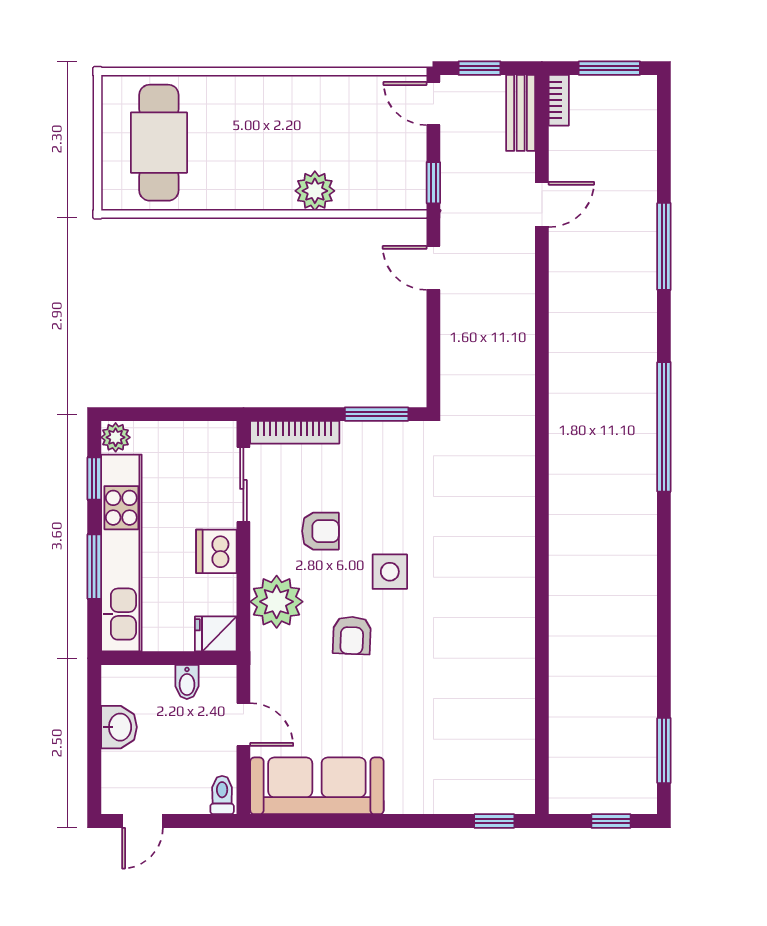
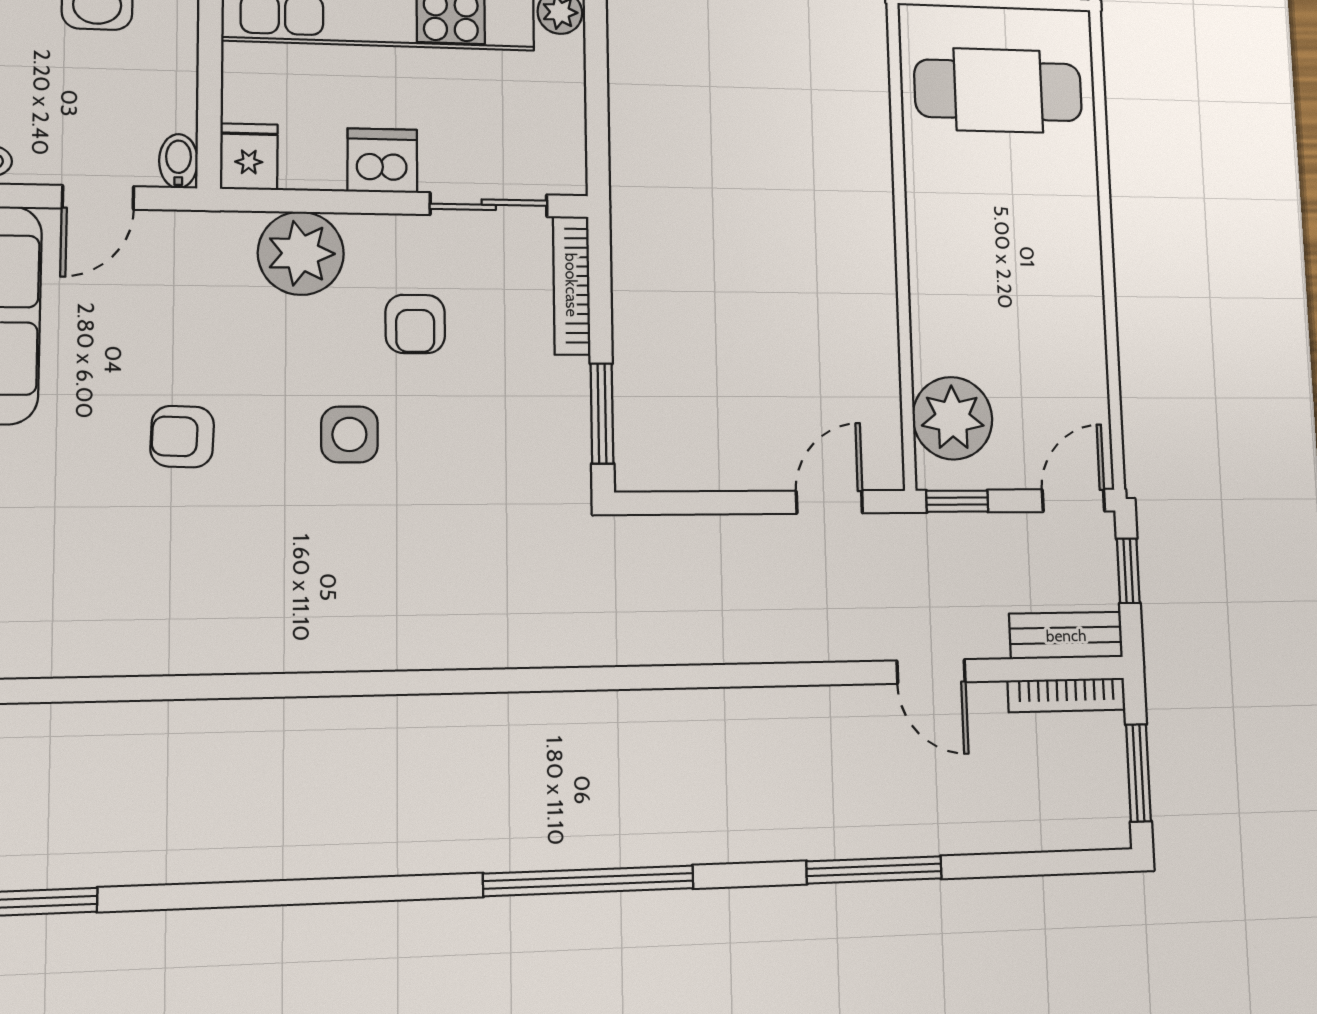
bookcase: (559, 100) -> (1067, 695), width x1.56
plant: (315, 191) -> (952, 418), moved, width x1.36, depth x1.36
armchair: (352, 635) -> (182, 437), moved
bidet: (187, 682) -> (178, 161), moved, turned 90

